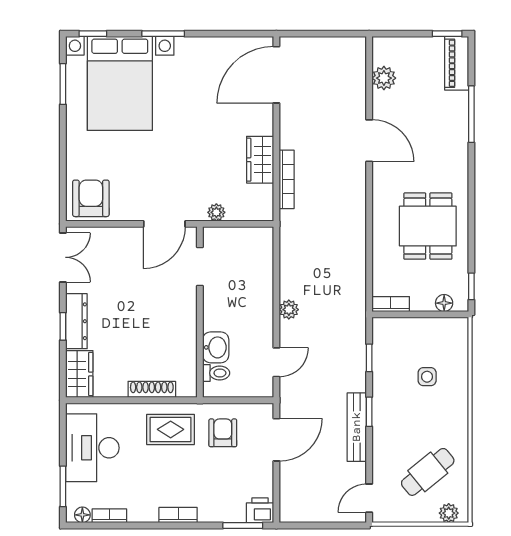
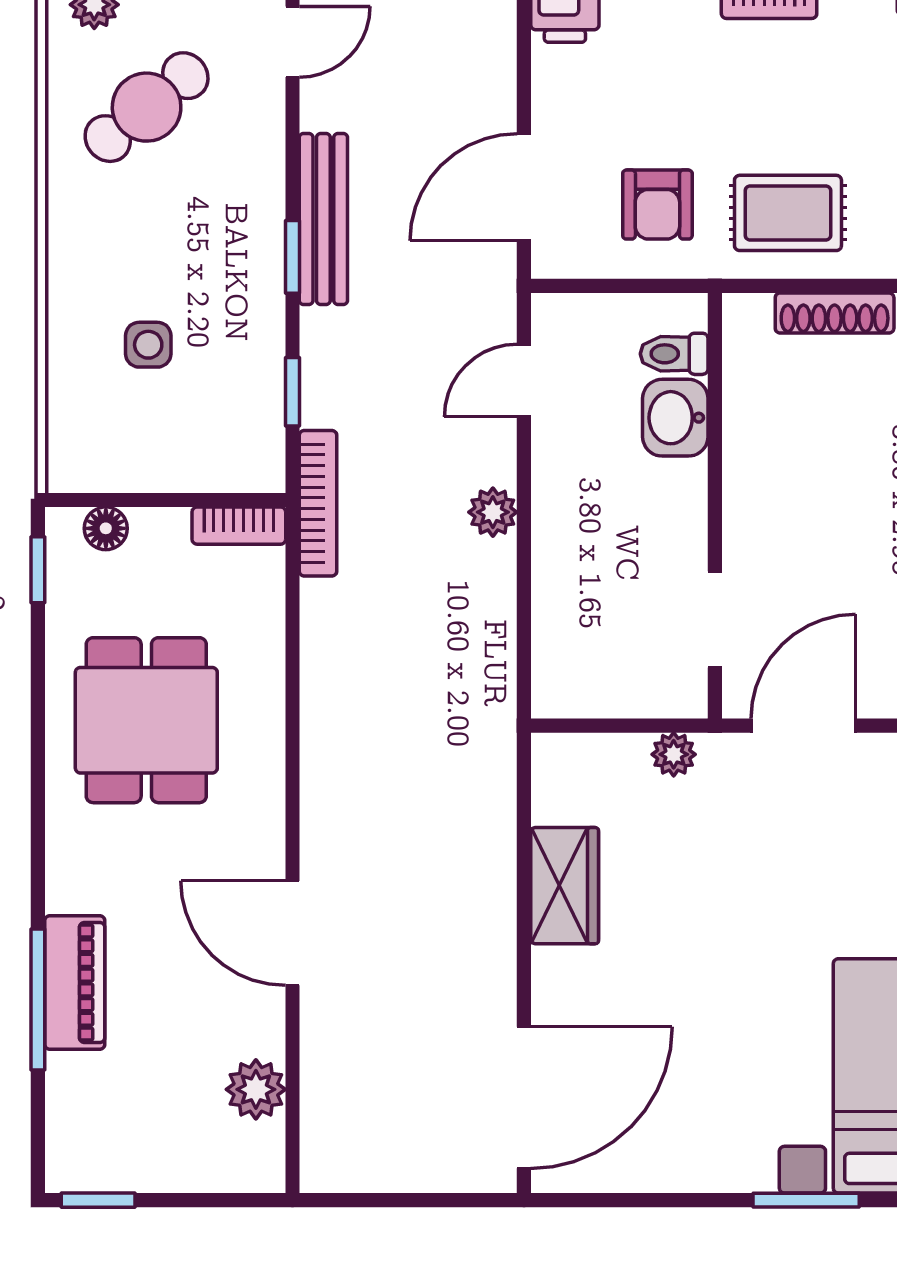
piano: (457, 63) -> (75, 982), moved
bookcase: (287, 179) -> (318, 503), moved, turned 180

